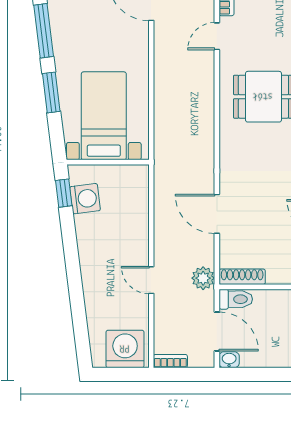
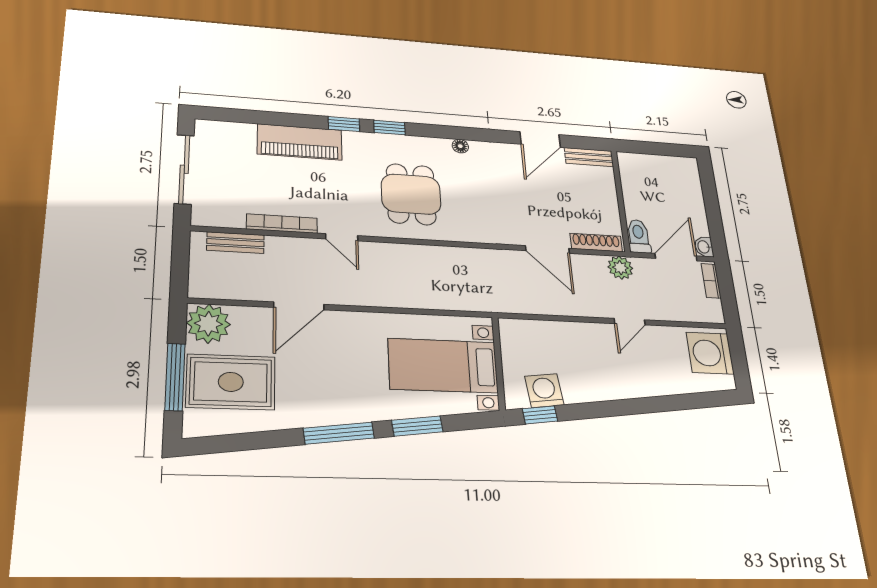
door: (217, 214) -> (547, 250), hinge flipped
shoe rack: (242, 277) -> (596, 242), moved, turned 90
bookcase: (170, 361) -> (711, 281), moved

